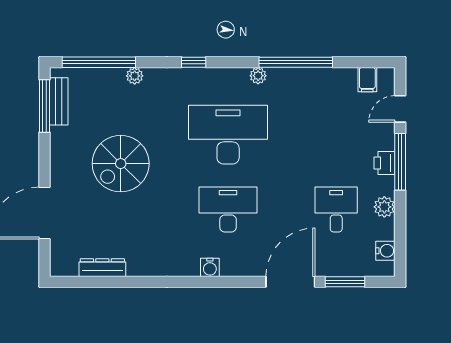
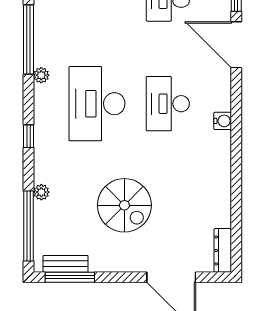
dresser: (102, 268) -> (223, 250), moved

